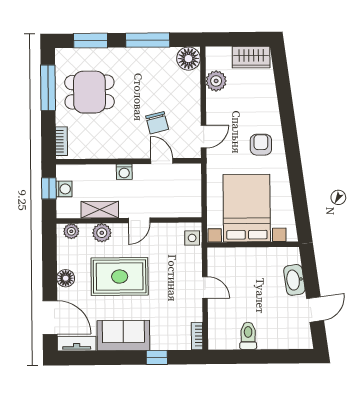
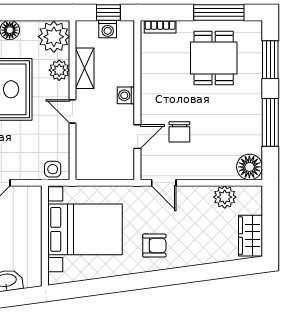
chair: (157, 123) -> (179, 132), turned -76
plant: (71, 231) -> (54, 37), width x1.87, depth x1.87

